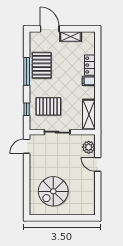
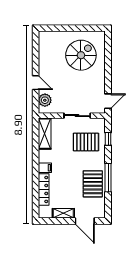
locker: (90, 65) -> (44, 189), width x1.53

